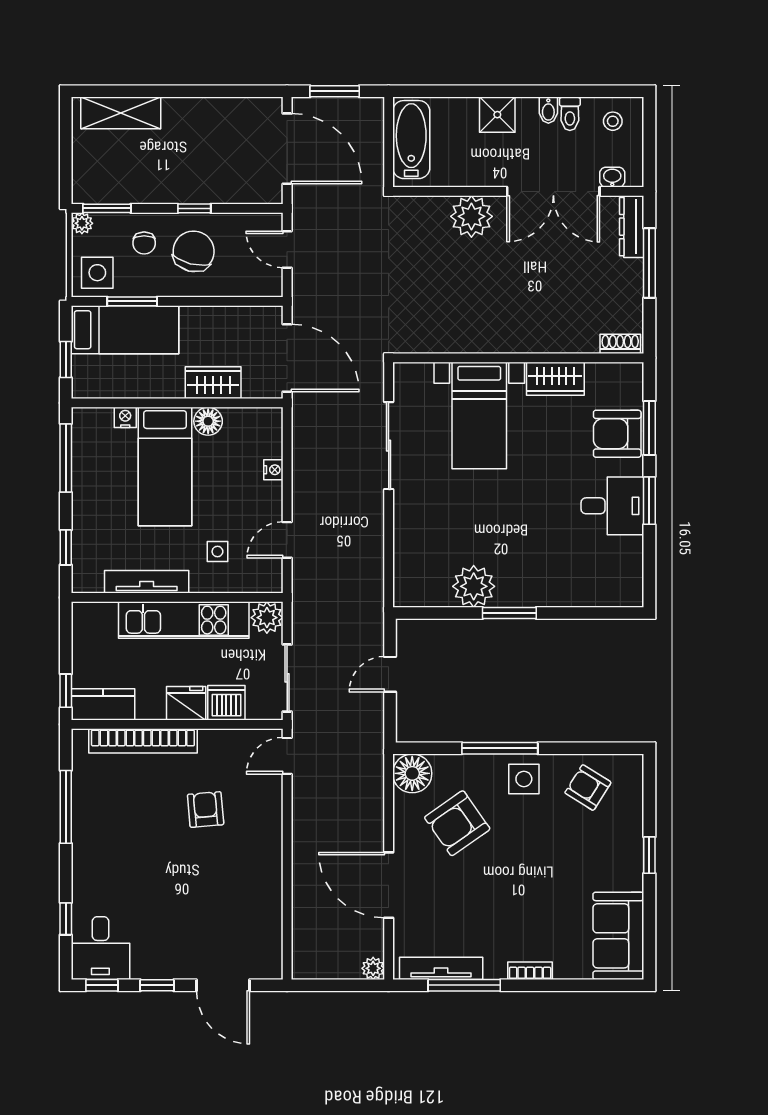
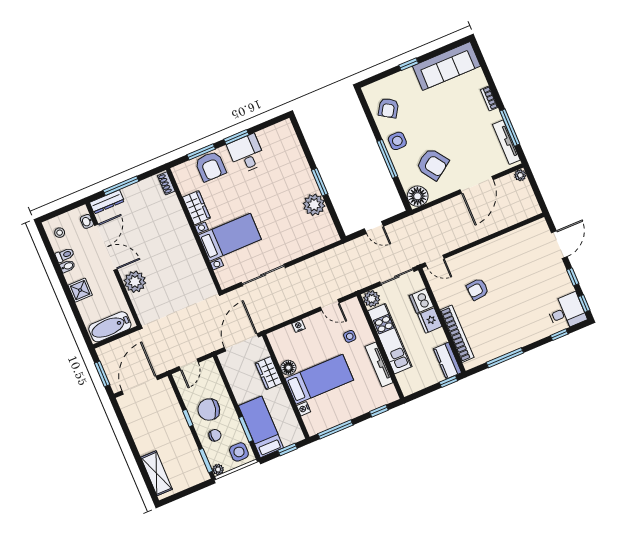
sofa: (618, 936) -> (446, 66), width x1.36

